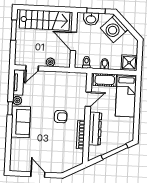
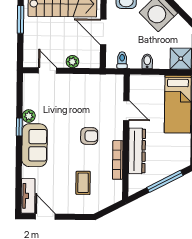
door: (32, 68) -> (47, 71), swing flipped
cot: (105, 80) -> (148, 83), removed
tv unit: (18, 82) -> (28, 196), moved
door: (88, 99) -> (126, 111), hinge flipped
coffee table: (55, 150) -> (83, 183), added
door: (38, 175) -> (45, 217), moved

